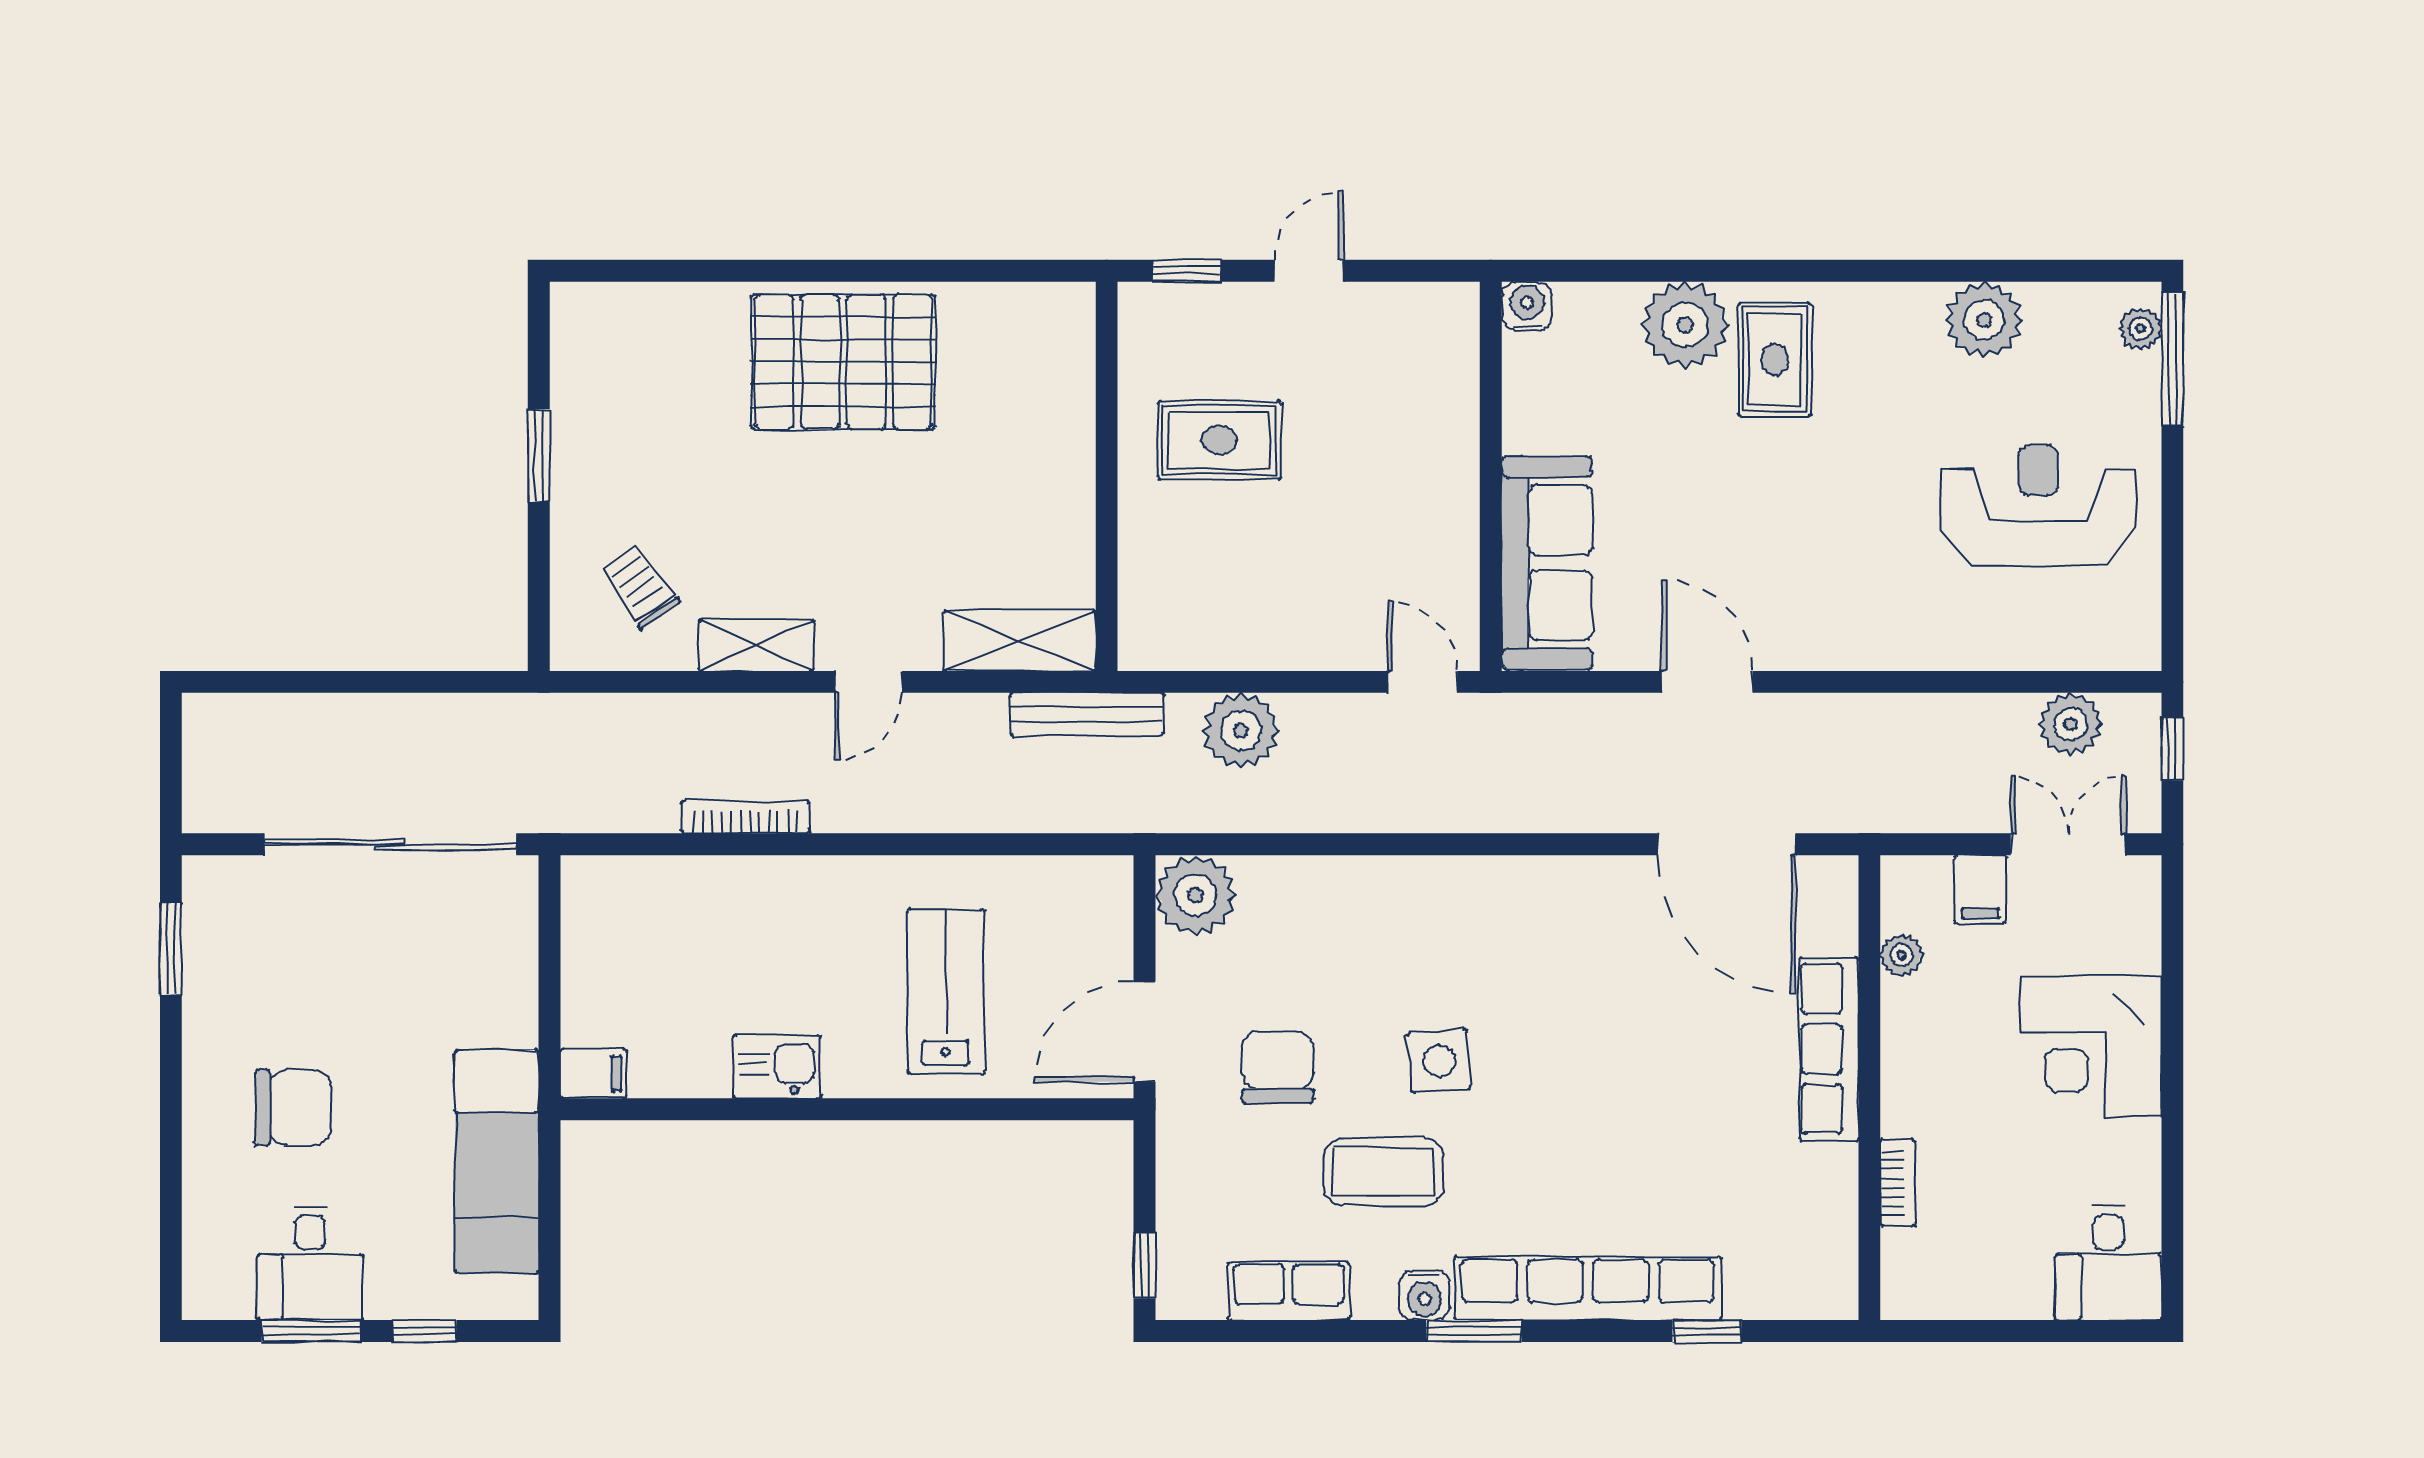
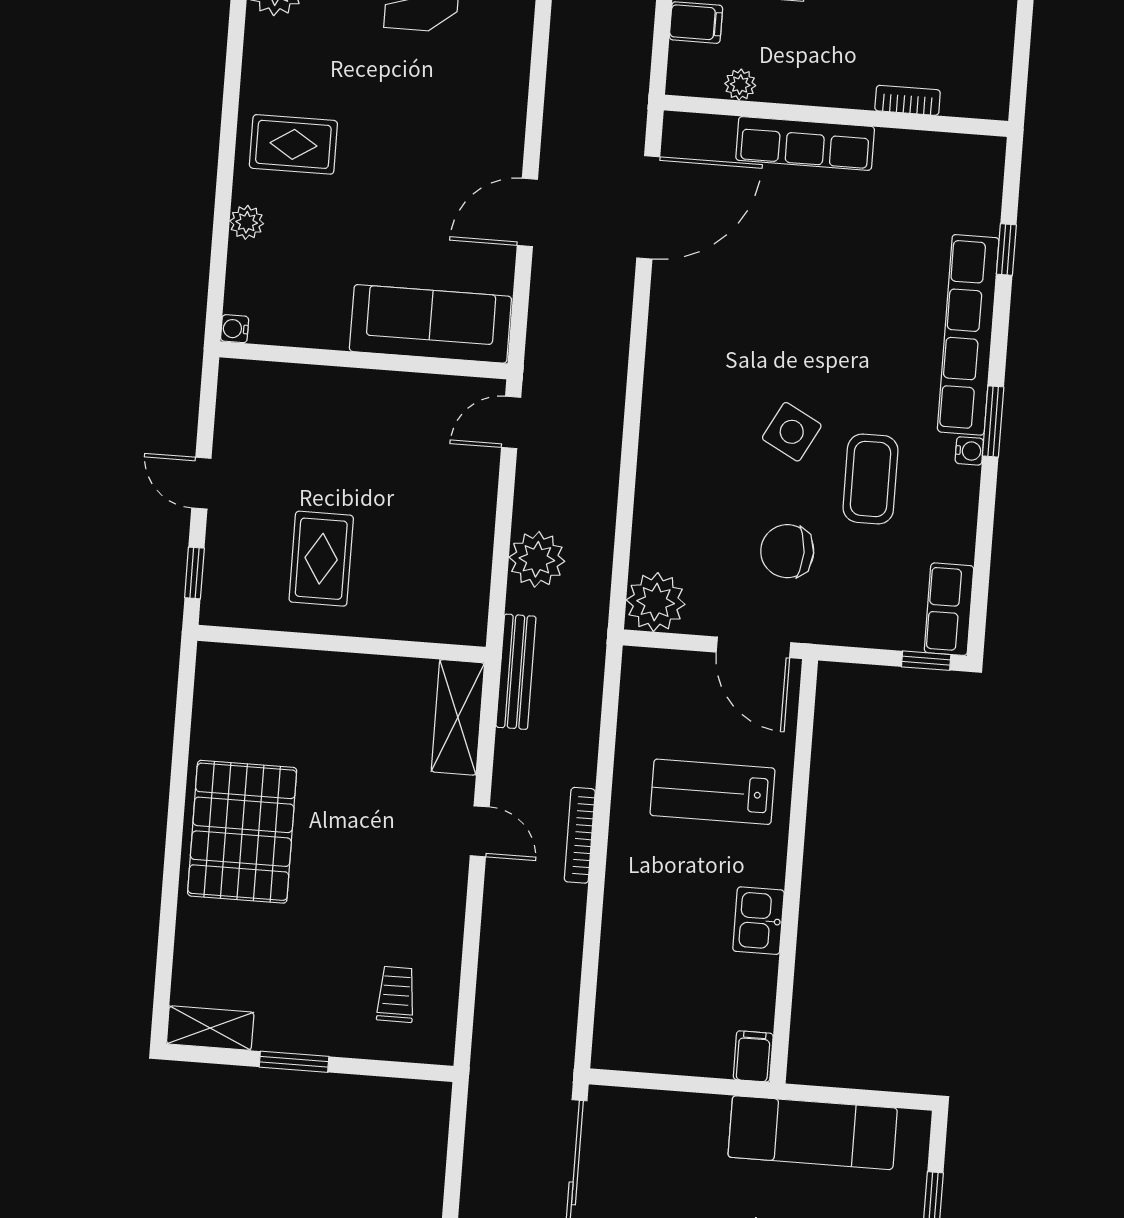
water cooler: (1527, 306) -> (235, 329), width x0.72, depth x0.72
plant: (1685, 325) -> (247, 222), width x0.53, depth x0.53
trolley: (640, 586) -> (396, 994), turned 125
shelving: (756, 645) -> (210, 1028), moved, turned 90
bookcase: (745, 817) -> (580, 835), moved
side table: (1439, 1061) -> (792, 432), turned 32
row of seats: (1289, 1291) -> (949, 609), moved
water cooler: (1425, 1295) -> (969, 451), width x0.72, depth x0.72

